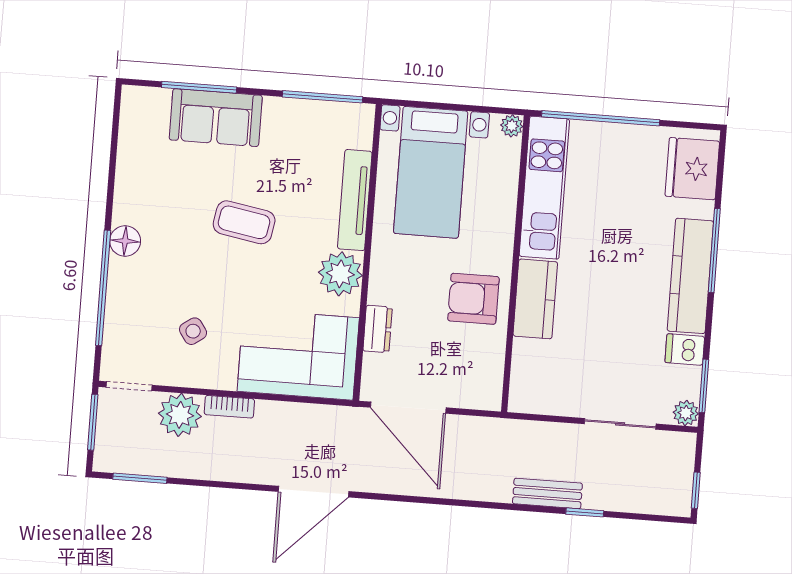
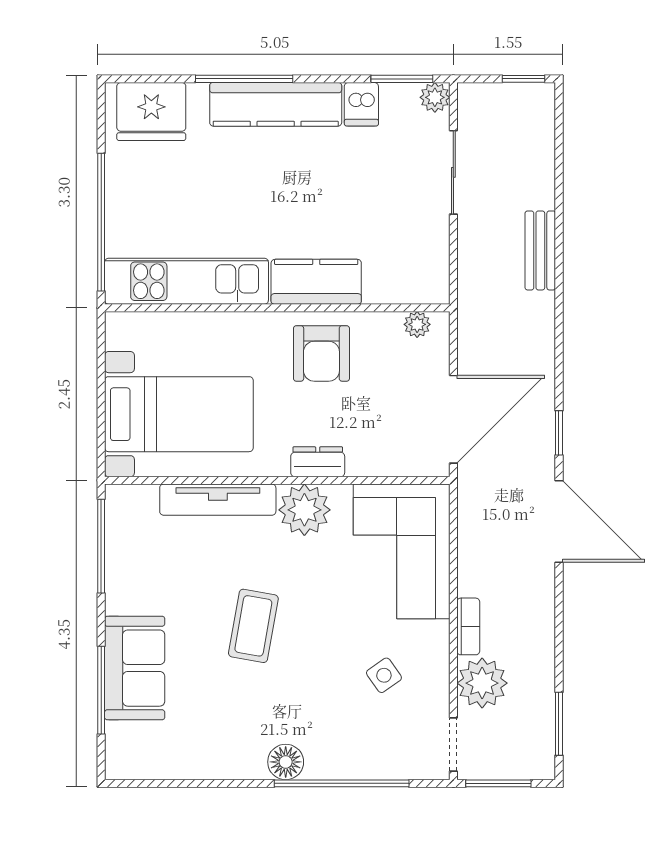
plant: (512, 126) -> (417, 324), moved
dresser: (378, 329) -> (318, 462), moved
window: (585, 512) -> (559, 433), moved

